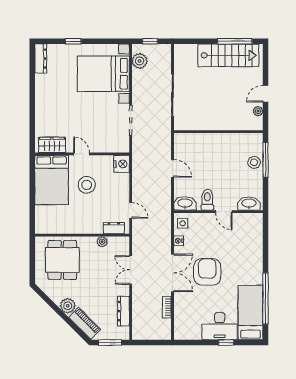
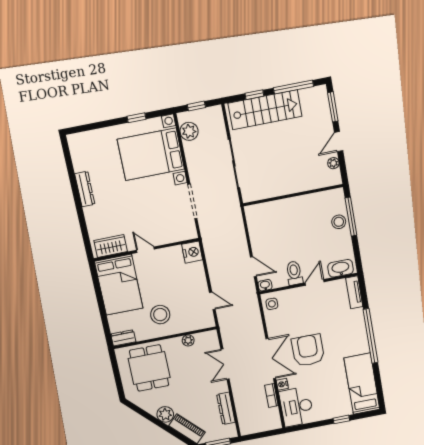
window: (73, 41) -> (136, 118), moved
window: (201, 41) -> (254, 95), added
stairs: (228, 55) -> (265, 110), moved
dresser: (41, 59) -> (85, 189), moved
window: (265, 64) -> (333, 107), added
door: (172, 168) -> (253, 267), moved
stool: (87, 185) -> (160, 315), moved
washbasin: (185, 203) -> (265, 285), width x0.52, depth x0.69
door: (224, 212) -> (315, 282), swing flipped
tv unit: (257, 227) -> (354, 292), added
dresser: (114, 228) -> (123, 338), moved
nightstand: (179, 241) -> (282, 384), moved
window: (265, 298) -> (371, 336), moved
desk: (220, 326) -> (297, 407), moved, turned 90

